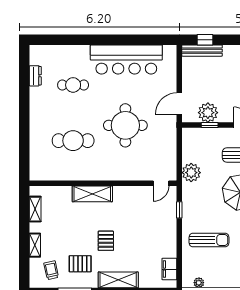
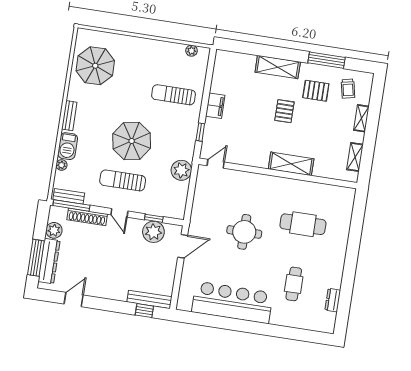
cafe table: (73, 85) -> (294, 284), turned 90
round table: (125, 125) -> (244, 232), width x0.73, depth x0.73
filing cabinet: (169, 269) -> (215, 106), moved

